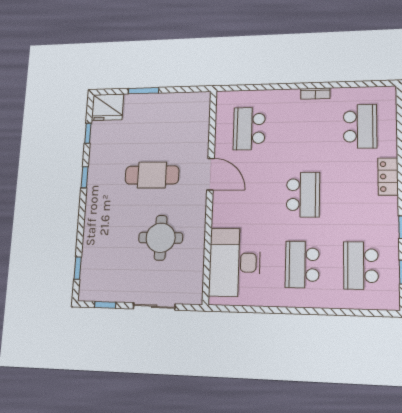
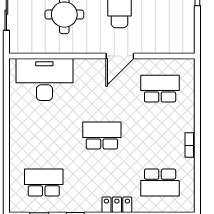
school desk: (303, 195) -> (102, 136), turned 180
school desk: (302, 264) -> (44, 136), removed

